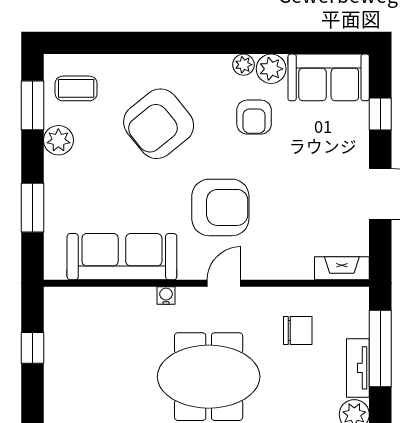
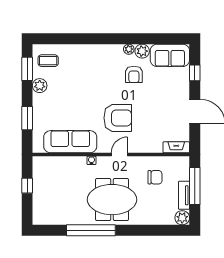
armchair: (159, 124) -> (88, 78), removed

